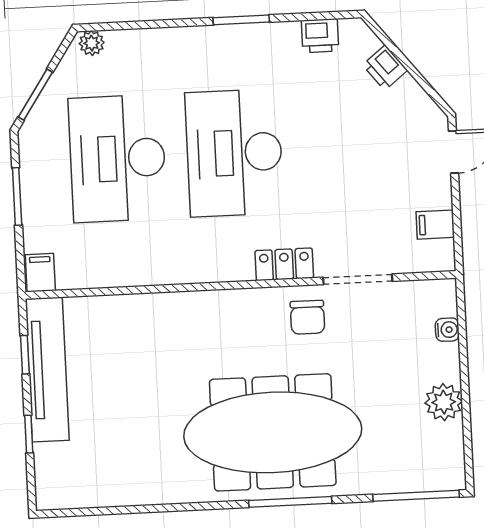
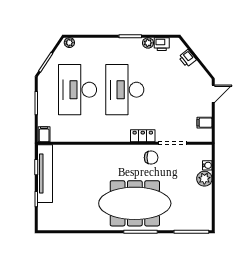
plant: (286, 34) -> (148, 43), added
chair: (307, 317) -> (151, 158), turned -90
plant: (444, 402) -> (204, 179), moved

